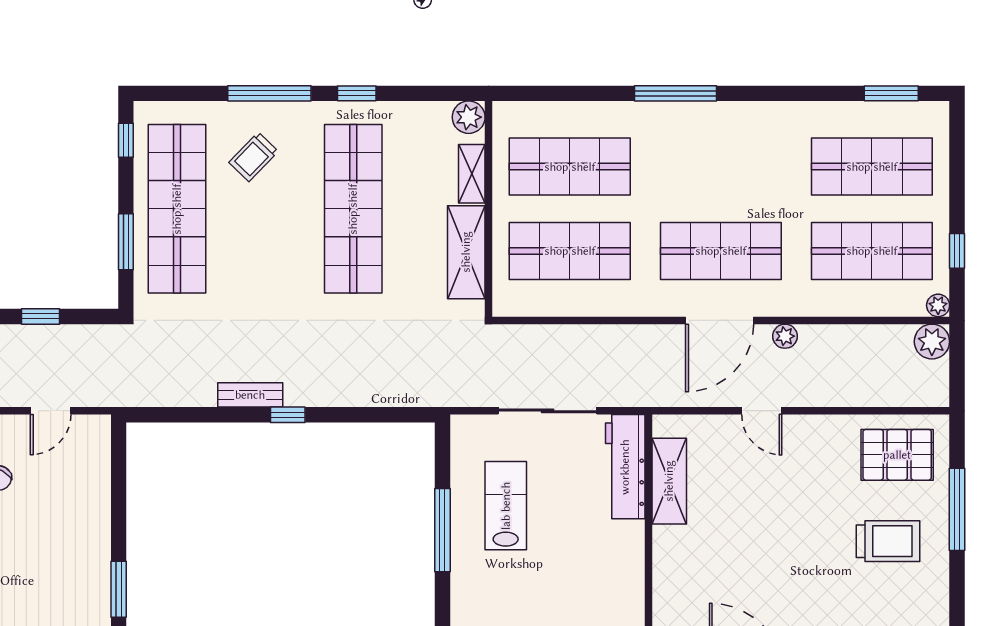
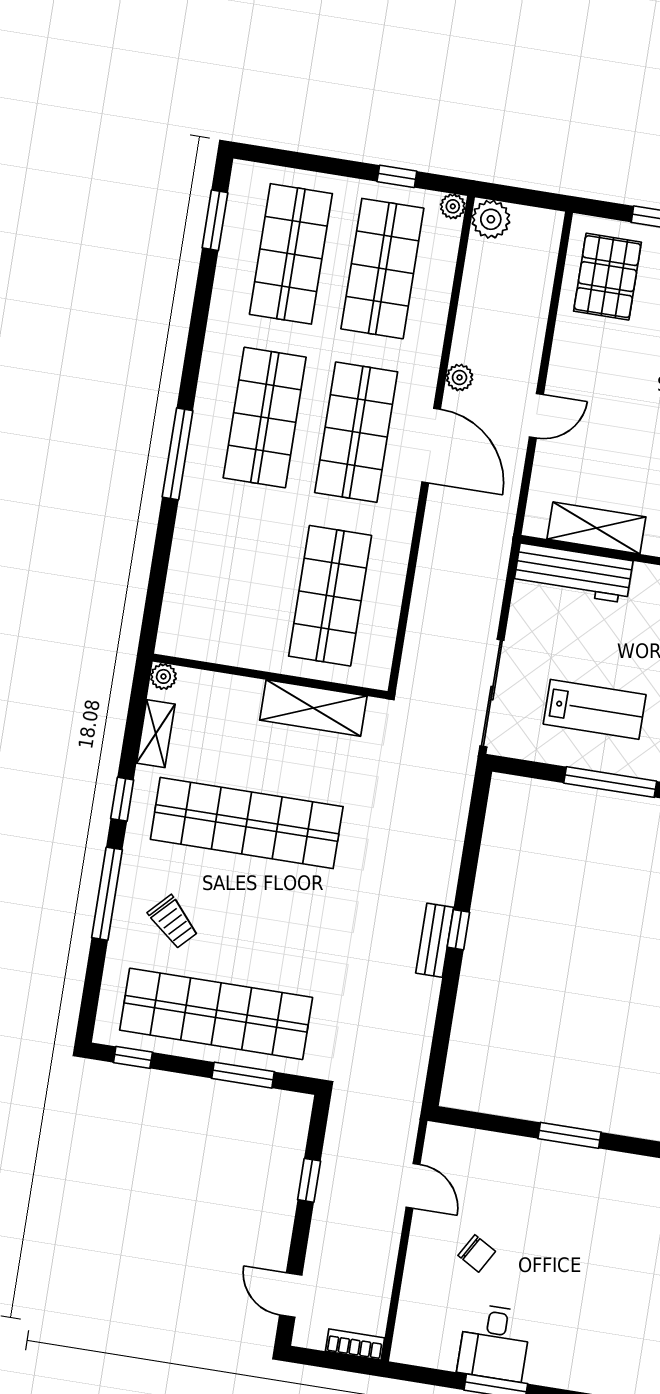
plant: (469, 117) -> (163, 676), width x0.73, depth x0.73
shop shelf: (570, 167) -> (265, 418), moved
shelving: (472, 174) -> (156, 734), moved, turned 90
bench: (250, 395) -> (435, 940), moved
sliding door: (547, 411) -> (492, 693), moved
lab bench: (506, 506) -> (595, 709), turned 180
window: (119, 589) -> (569, 1135), moved

